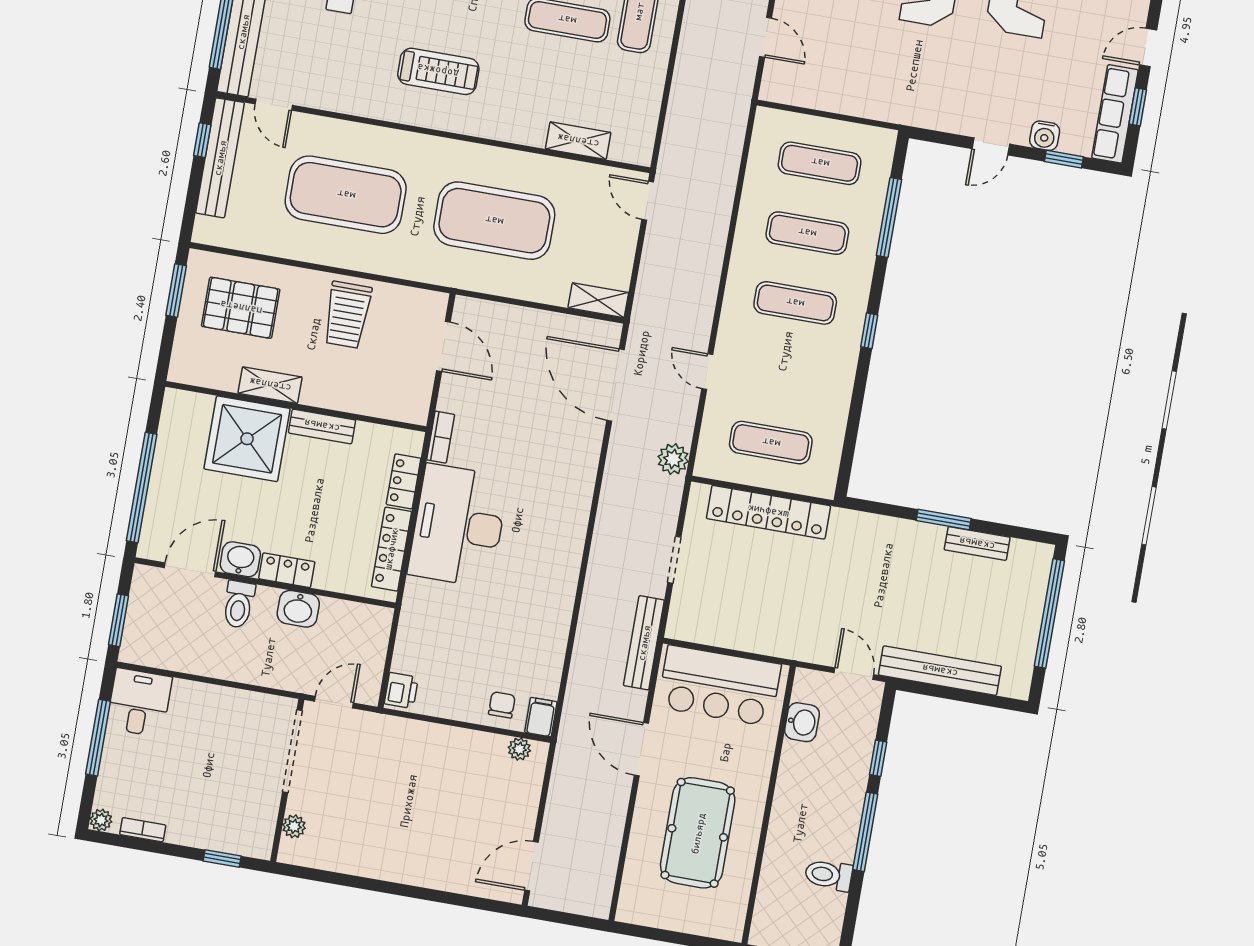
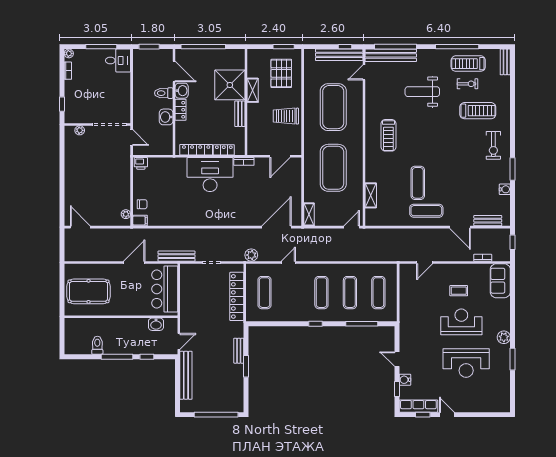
bench: (977, 544) -> (239, 351), moved
pool table: (698, 833) -> (89, 291), moved

